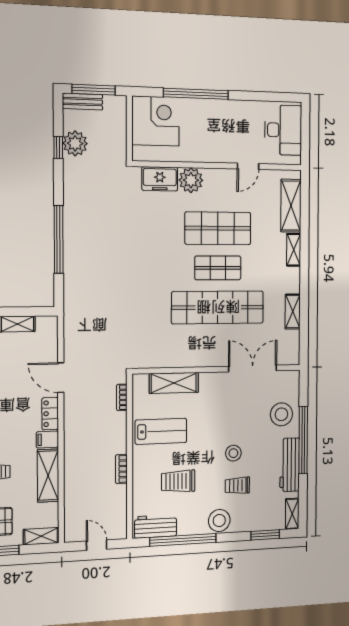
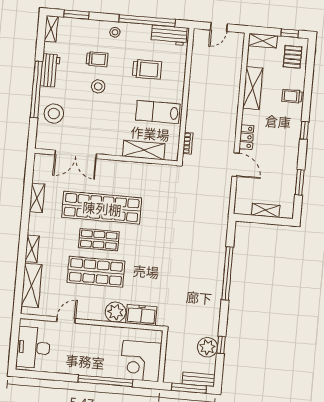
filing cabinet: (47, 440) -> (251, 117), removed
workbench: (290, 465) -> (50, 70), width x0.73
bookcase: (121, 469) -> (193, 86), removed
stool: (219, 521) -> (115, 32), width x0.53, depth x0.53
door: (97, 545) -> (219, 27), hinge flipped

